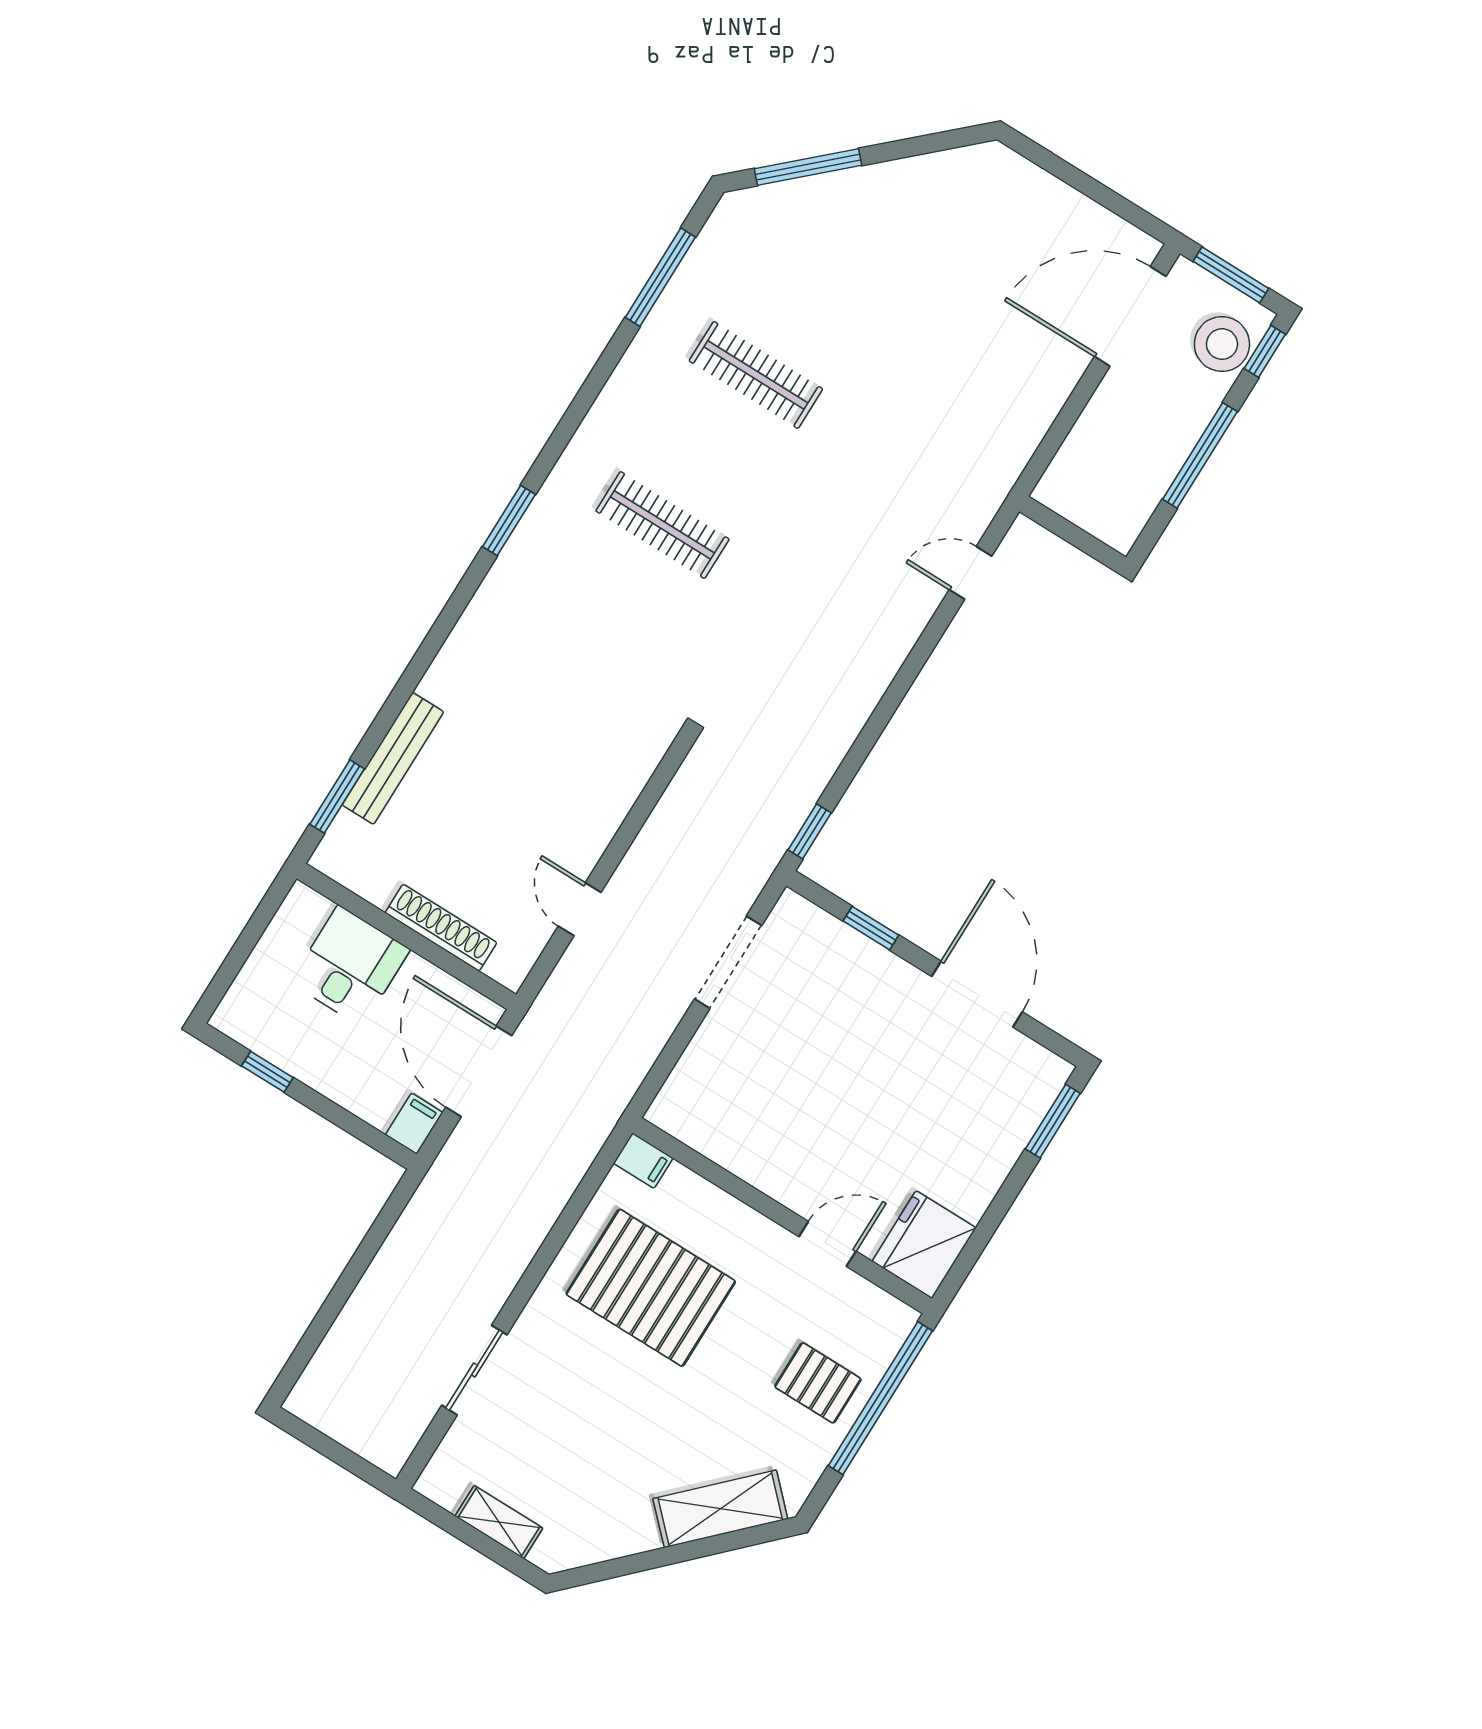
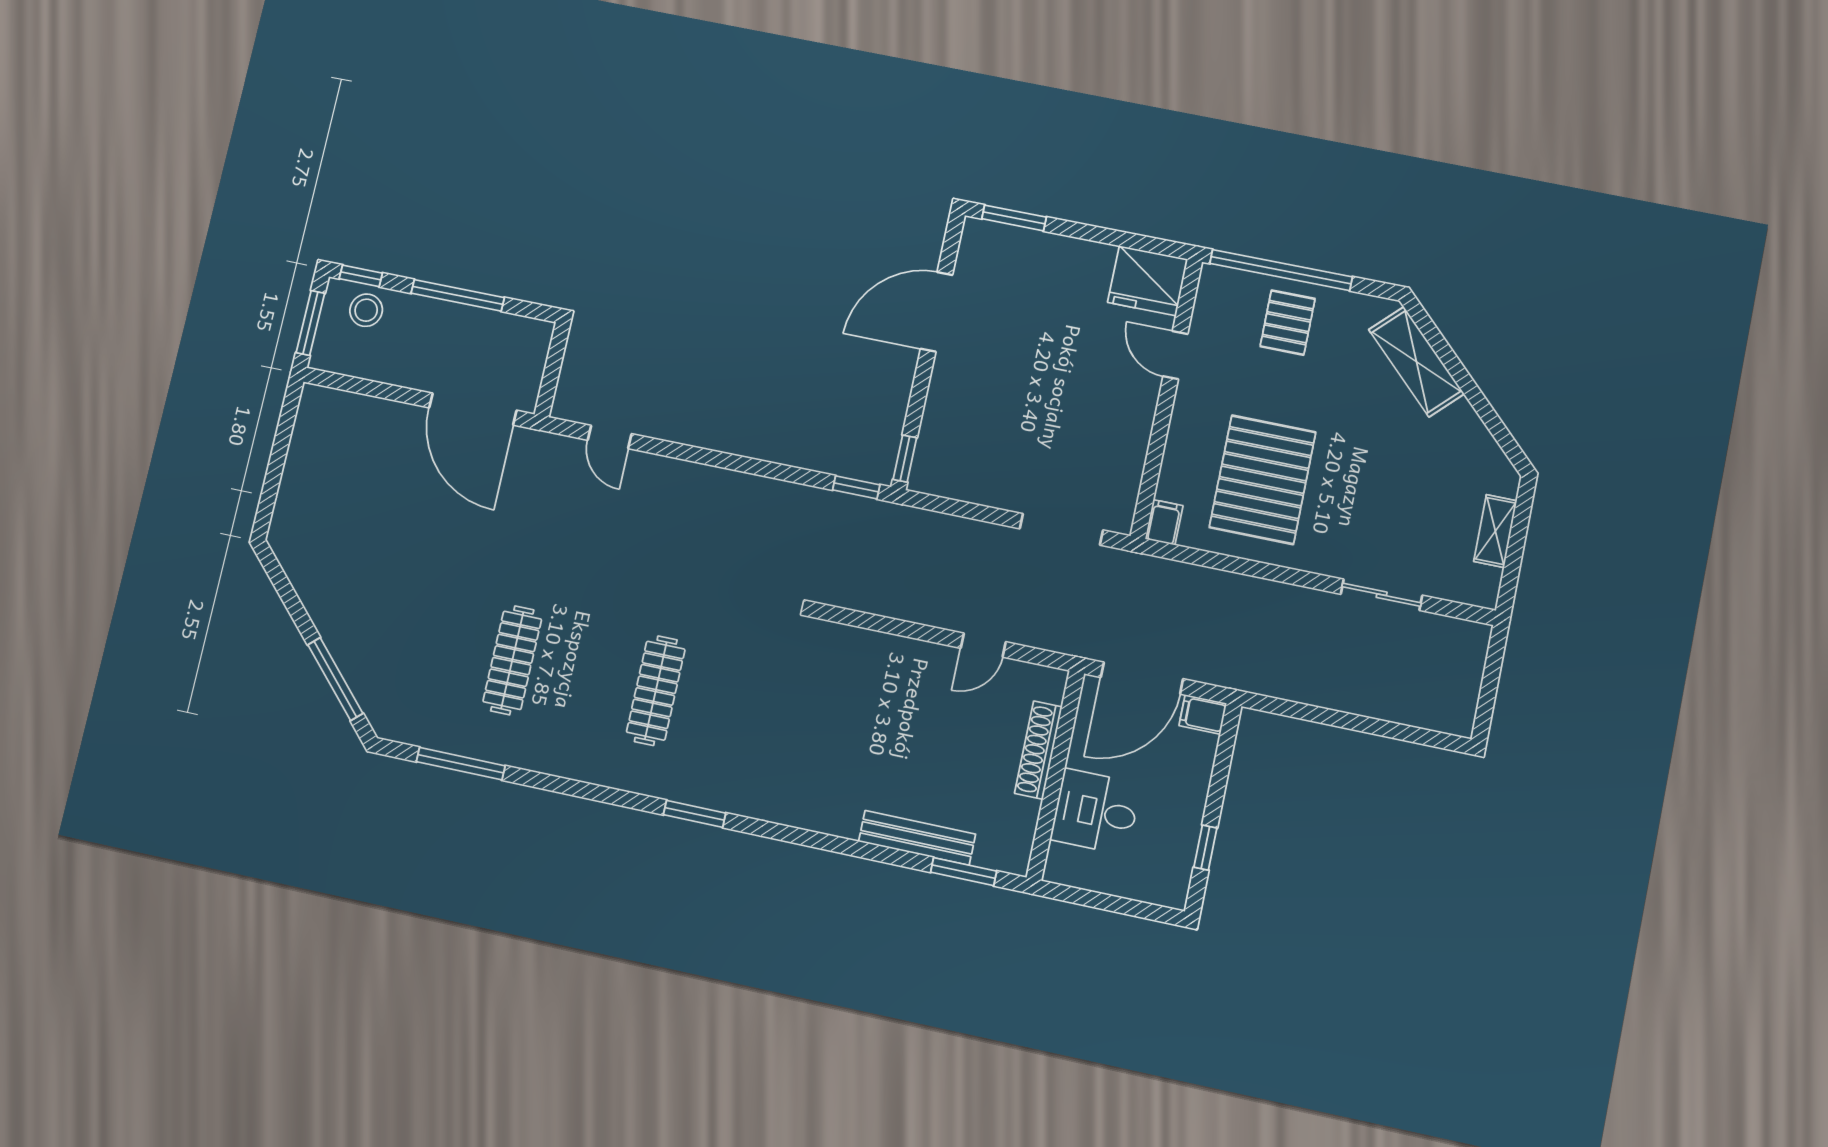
door: (1130, 316) -> (473, 409), moved
stool: (1222, 344) -> (366, 310), width x0.73, depth x0.73
window: (871, 928) -> (905, 459), moved
doorway: (728, 962) -> (1061, 529), moved

